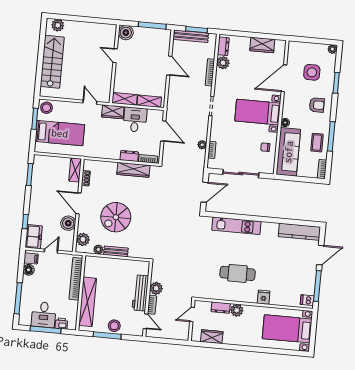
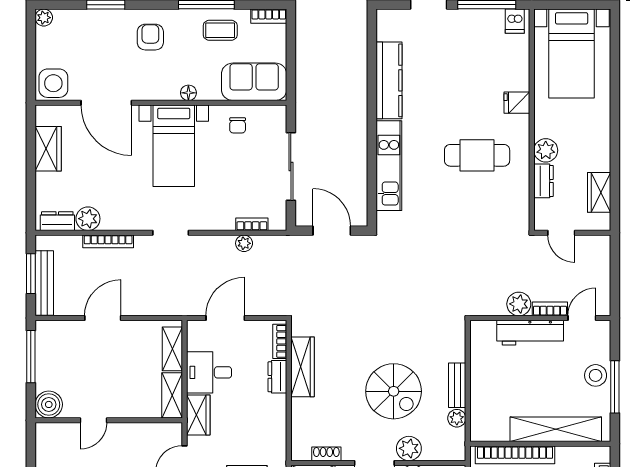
side table: (312, 72) -> (53, 83), moved
sofa: (288, 152) -> (254, 82), width x0.73
kitchen counter: (299, 232) -> (389, 80), moved
plant: (83, 239) -> (409, 448), moved
cafe table: (238, 273) -> (477, 155), turned 90

